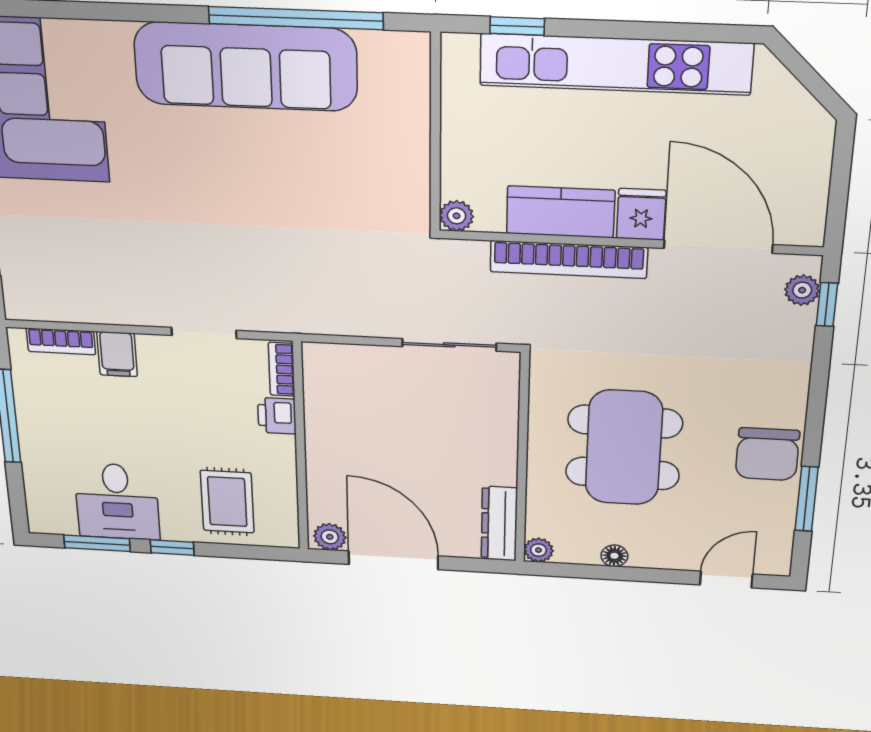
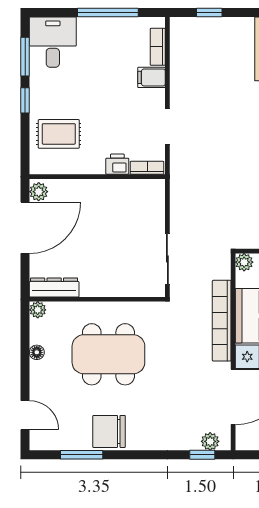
desk: (117, 502) -> (53, 42), moved, turned 90

